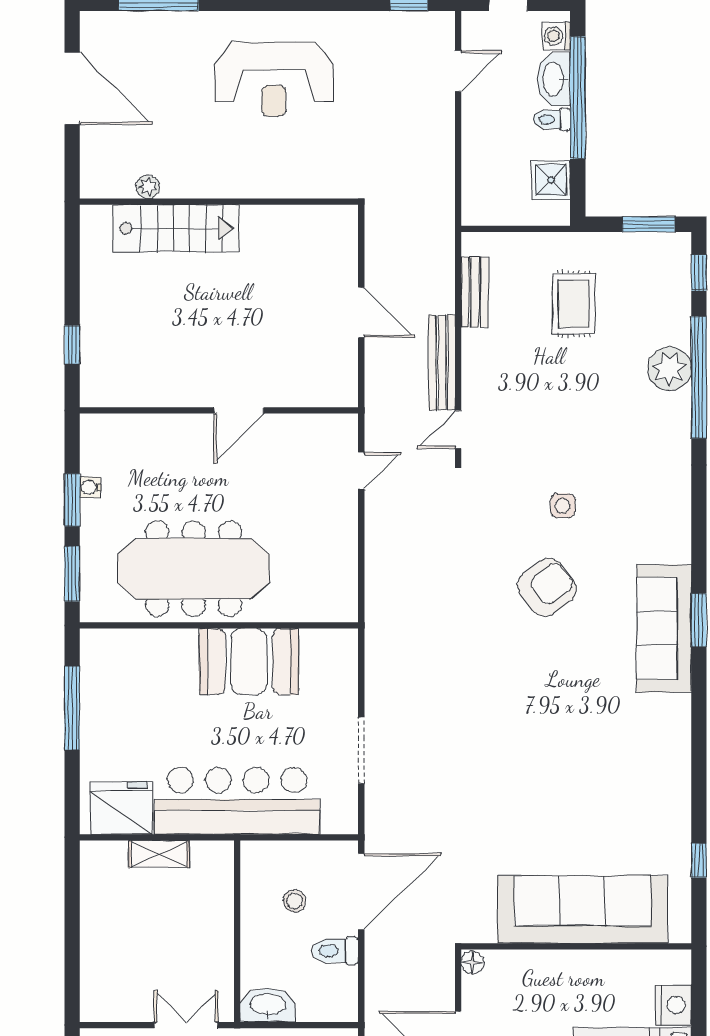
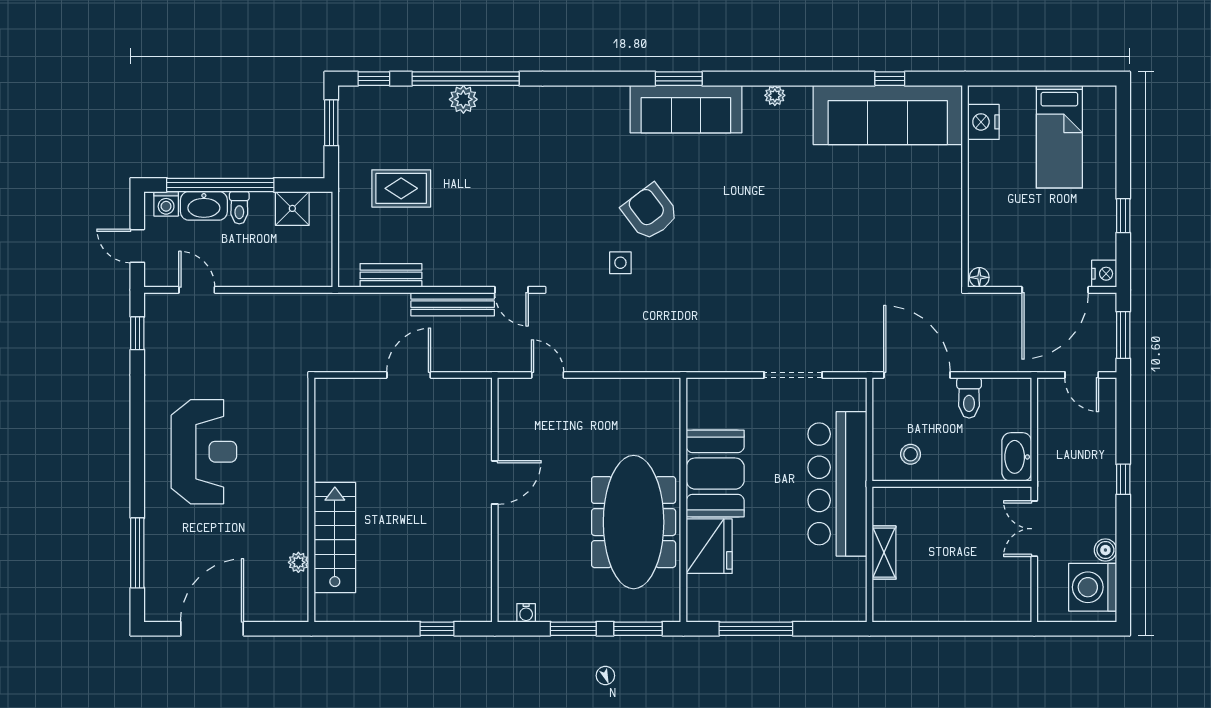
plant: (669, 369) -> (463, 99), width x0.73, depth x0.73
door: (239, 410) -> (495, 482), hinge flipped
water cooler: (90, 487) -> (526, 613), moved
side table: (563, 506) -> (620, 263), moved
plant: (680, 730) -> (775, 95), added
fridge: (121, 808) -> (709, 546), moved, turned 180
stool: (295, 901) -> (911, 454), moved
sofa: (582, 910) -> (888, 115), moved, turned -90
nightstand: (673, 1005) -> (983, 122), moved, turned -90

